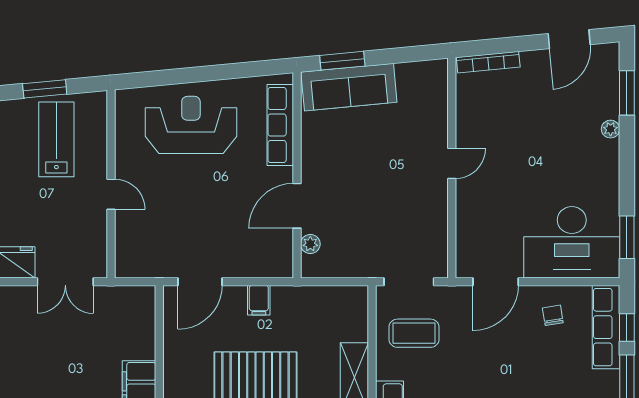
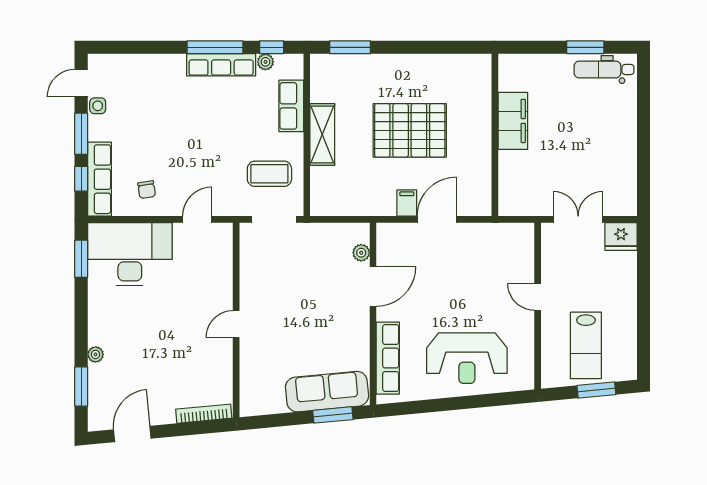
door: (200, 282) -> (437, 219), moved
door: (496, 282) -> (197, 219), width x0.73

